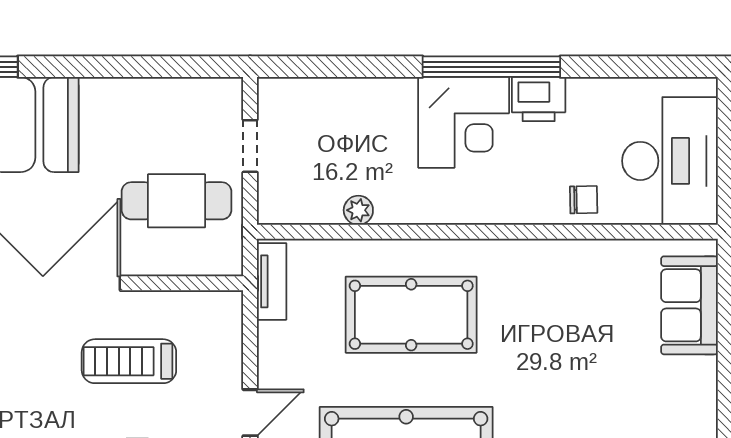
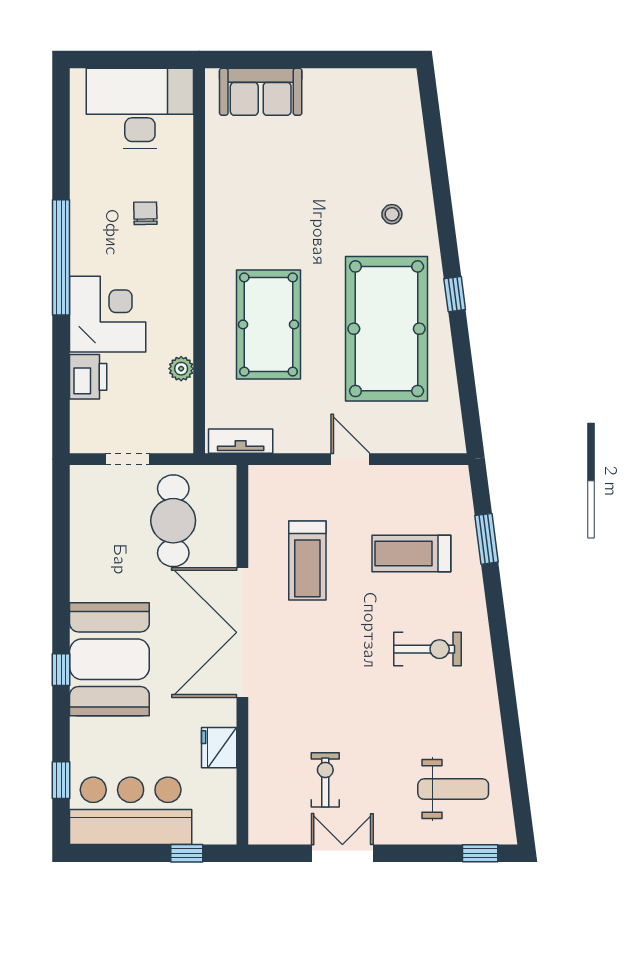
printer: (539, 99) -> (88, 377), moved
corner desk: (464, 122) -> (108, 314), moved
chair: (584, 200) -> (145, 213), moved

